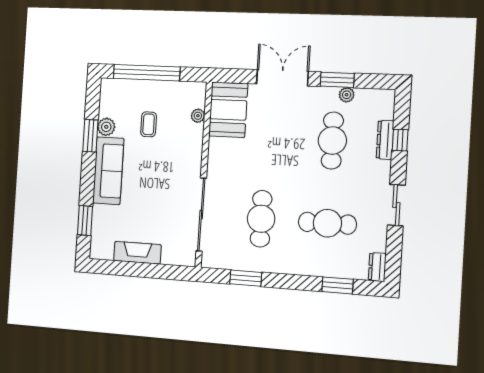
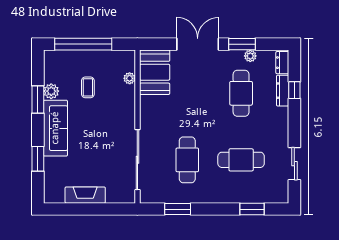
sliding door: (396, 205) -> (294, 164), moved
window: (85, 221) -> (38, 159), moved
dresser: (377, 267) -> (282, 63), moved

